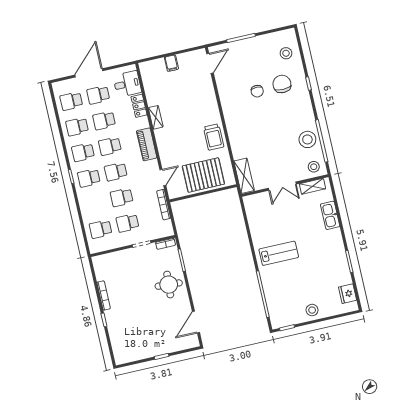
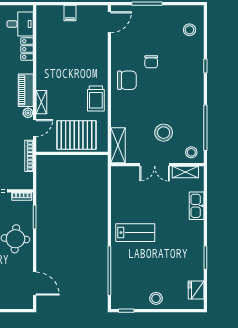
chair: (282, 84) -> (127, 80), moved, turned 90
shelving: (156, 117) -> (41, 102), moved
stool: (307, 139) -> (164, 133), moved
plant: (153, 165) -> (28, 113), added
door: (196, 322) -> (35, 284), swing flipped

